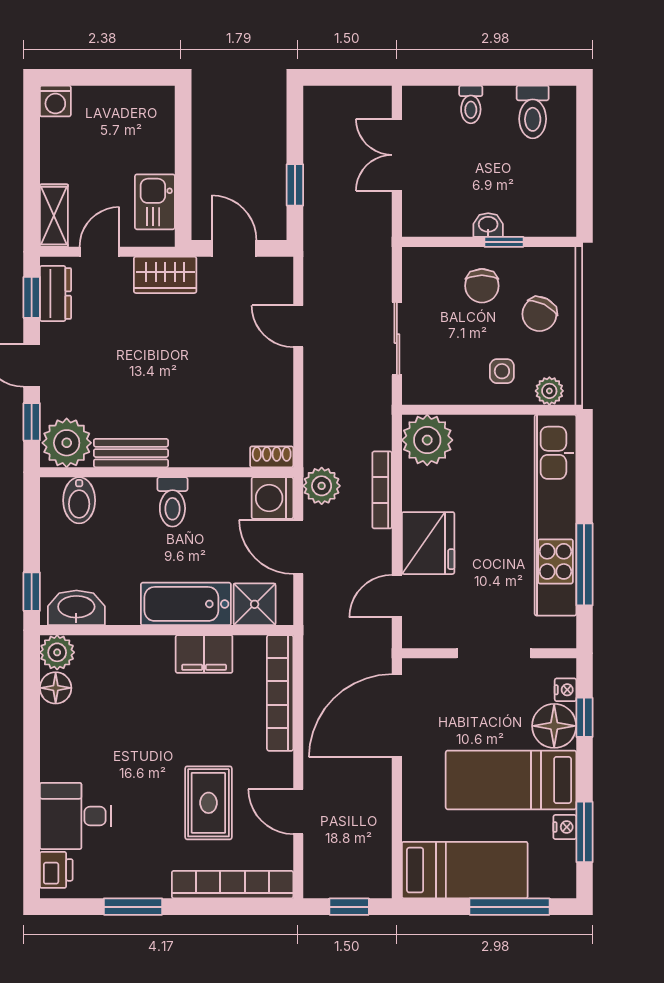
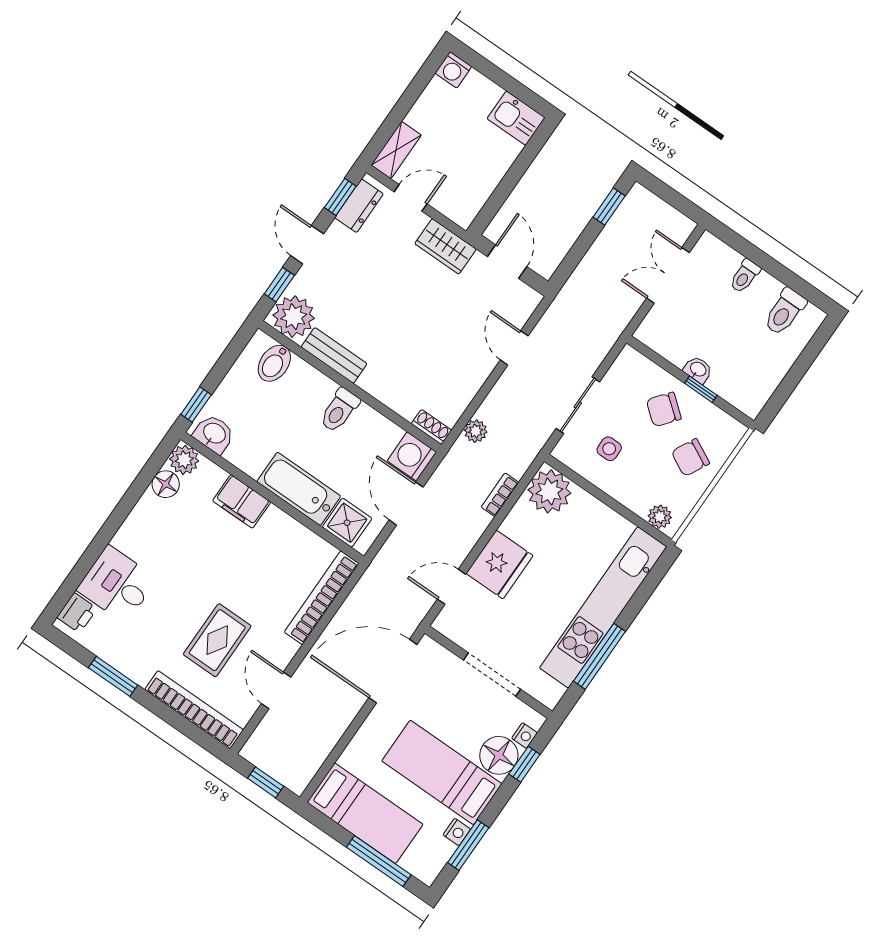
window: (295, 185) -> (609, 206), moved
kitchen sink: (155, 202) -> (516, 118), moved, turned -90
chair: (482, 286) -> (664, 409), turned 39
side table: (502, 371) -> (609, 449), moved
plant: (322, 486) -> (476, 431), moved, width x0.73, depth x0.73
bookcase: (382, 490) -> (500, 495), width x0.64
washbasin: (76, 608) -> (214, 434), width x0.72
filing cabinet: (204, 654) -> (242, 501), moved

